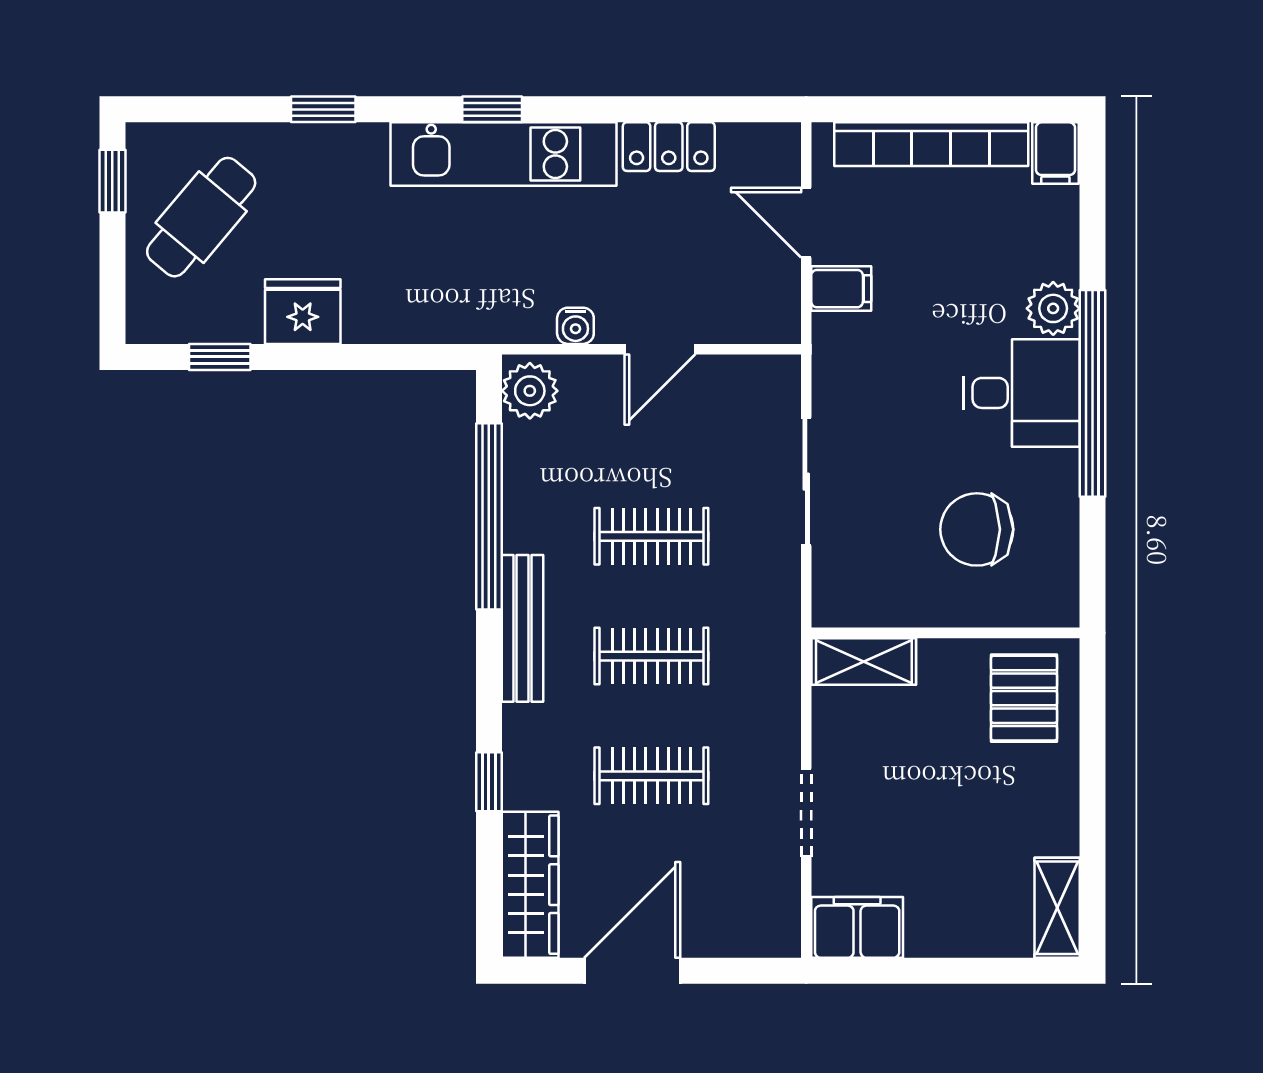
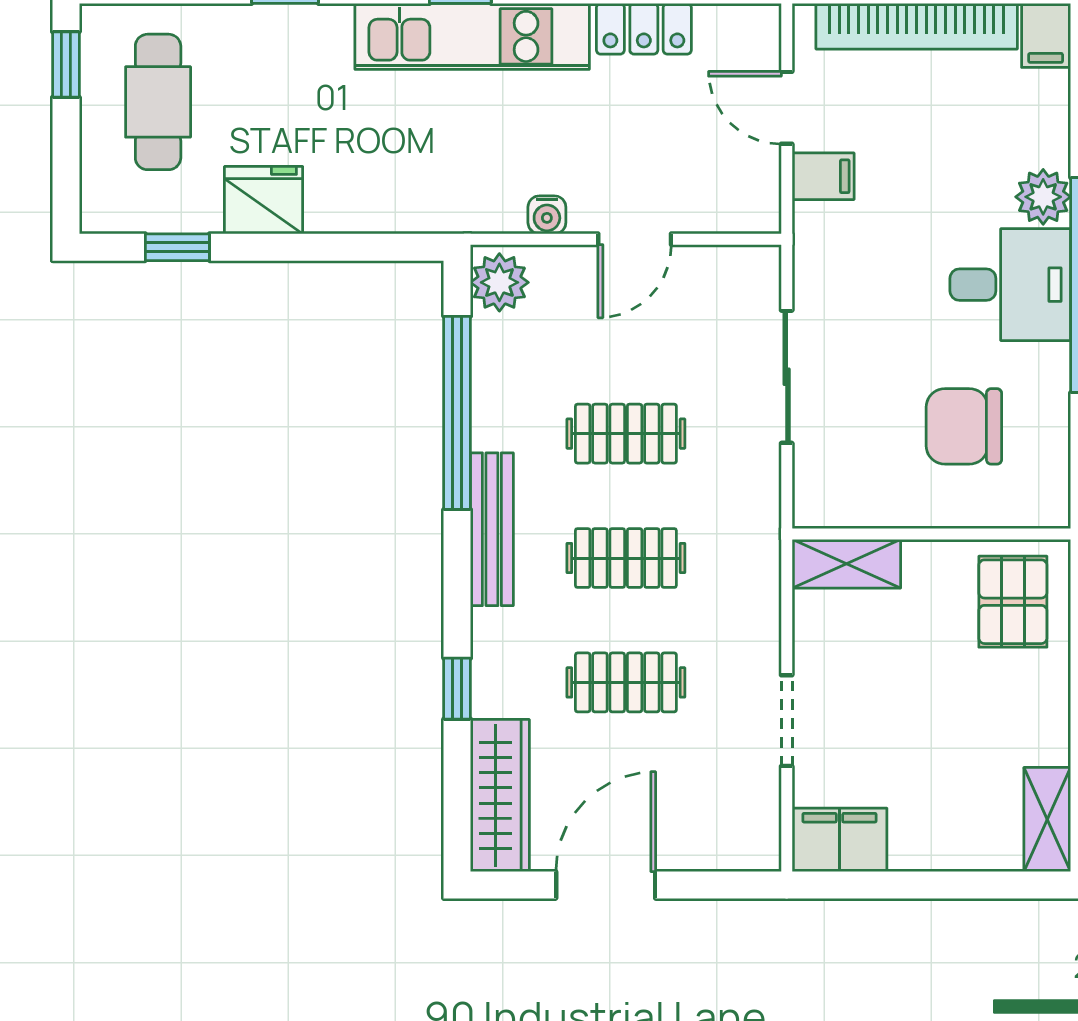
cafe table: (201, 217) -> (158, 102), turned -40

